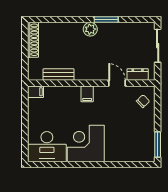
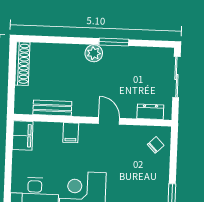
door: (117, 83) -> (109, 121), moved
filing cabinet: (35, 92) -> (23, 136), width x2.00
filing cabinet: (87, 94) -> (71, 133), moved

